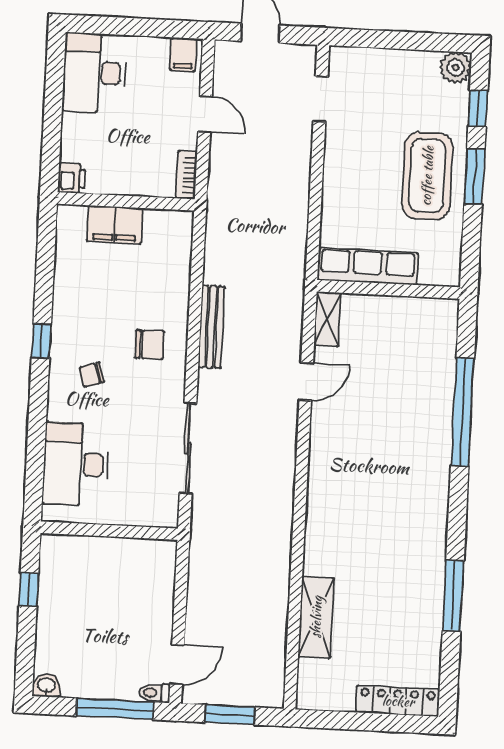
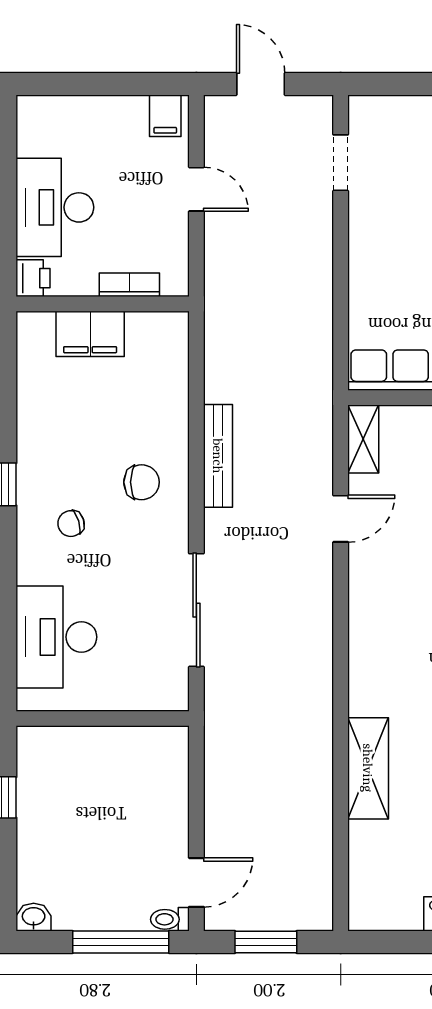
desk: (94, 73) -> (55, 207), moved
bookcase: (187, 175) -> (129, 285), moved, turned 90
shelving: (316, 617) -> (368, 768), moved

